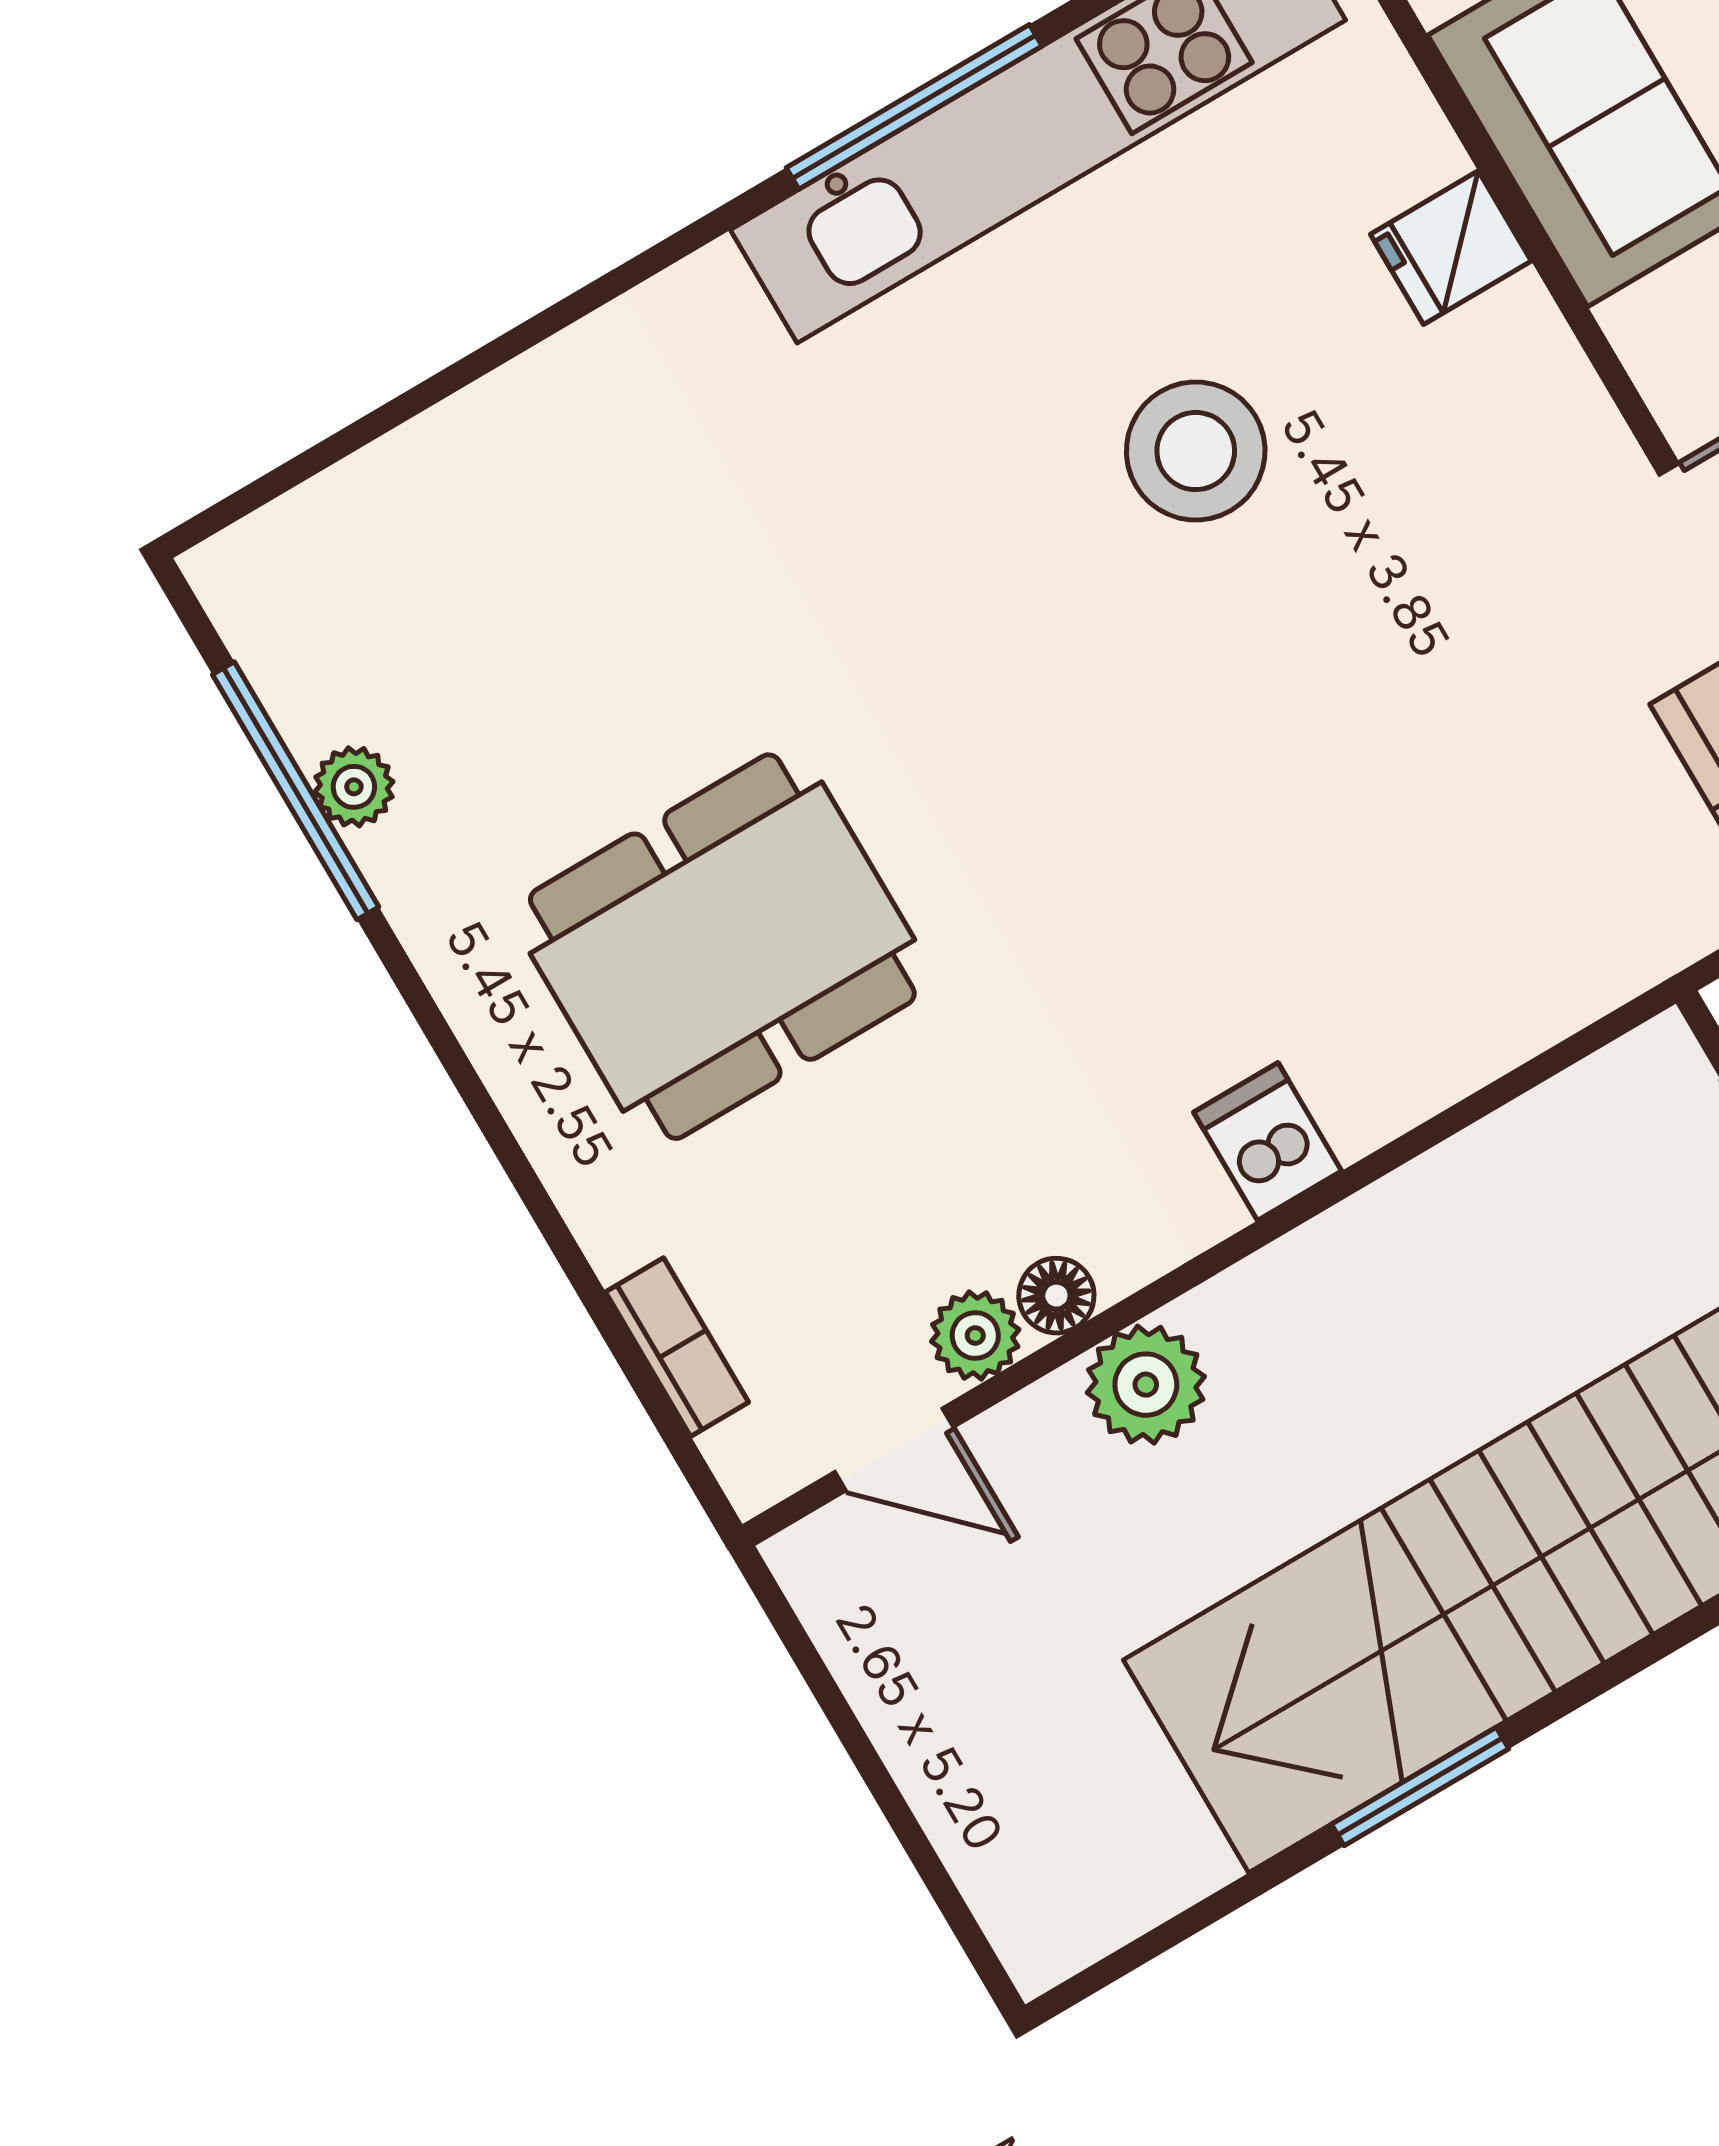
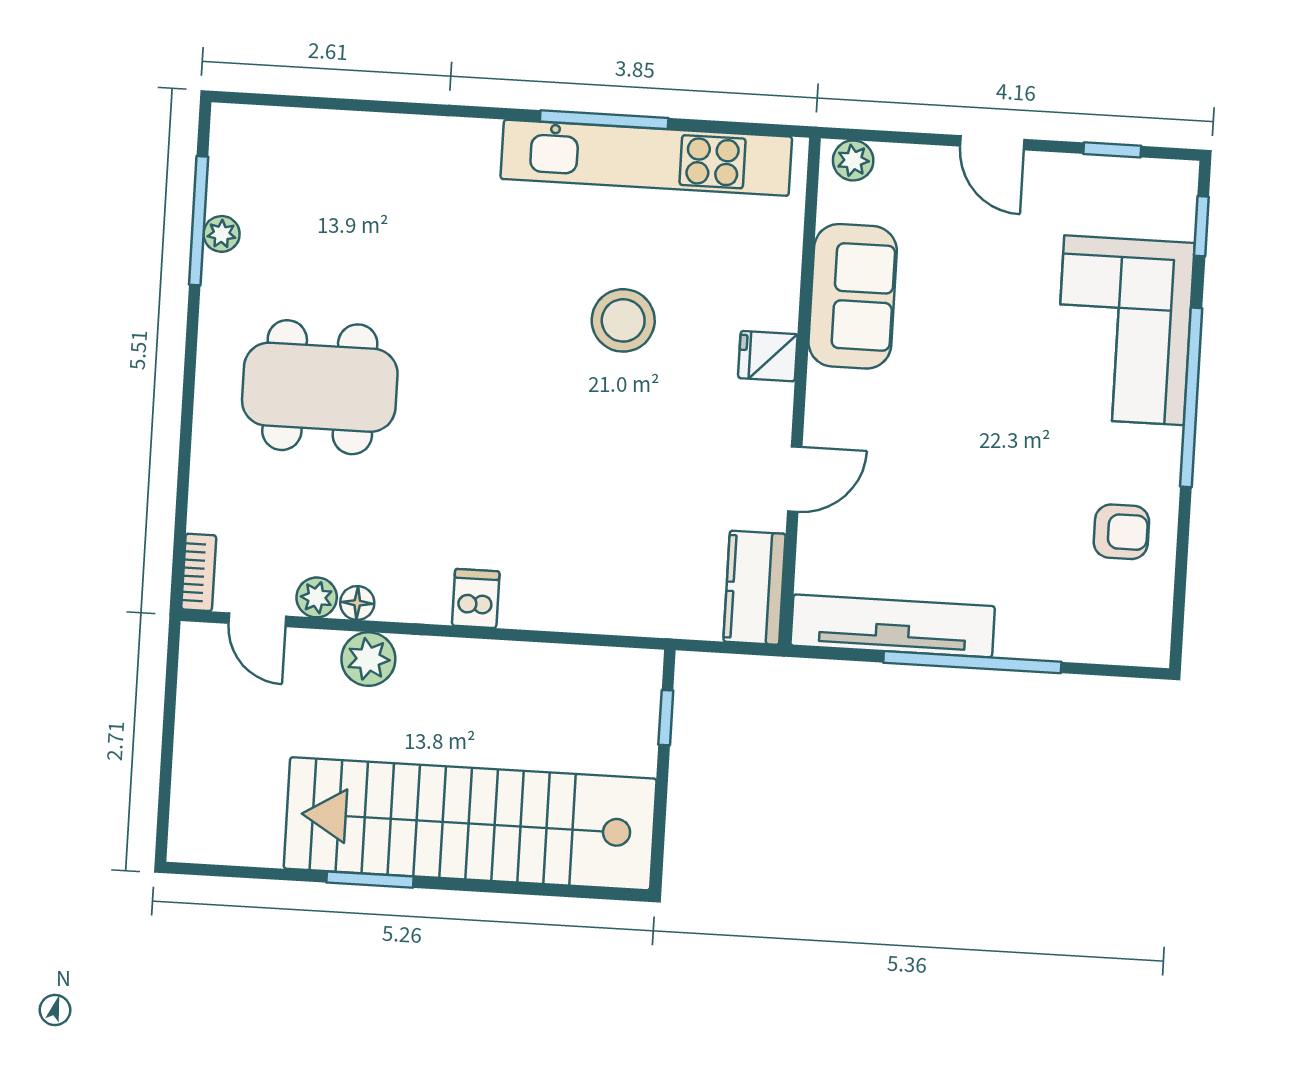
fridge: (1451, 248) -> (768, 356), moved
bookcase: (677, 1347) -> (199, 572), moved

